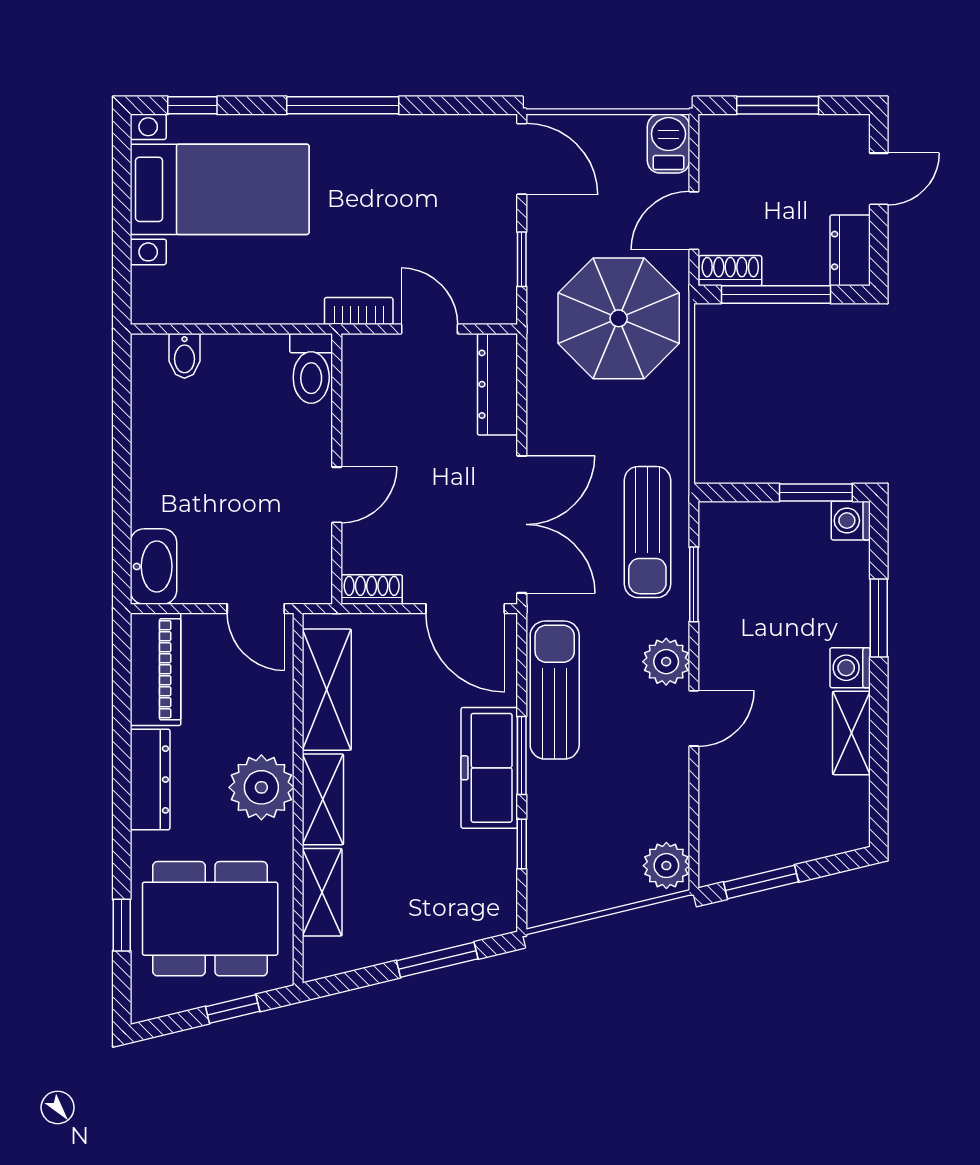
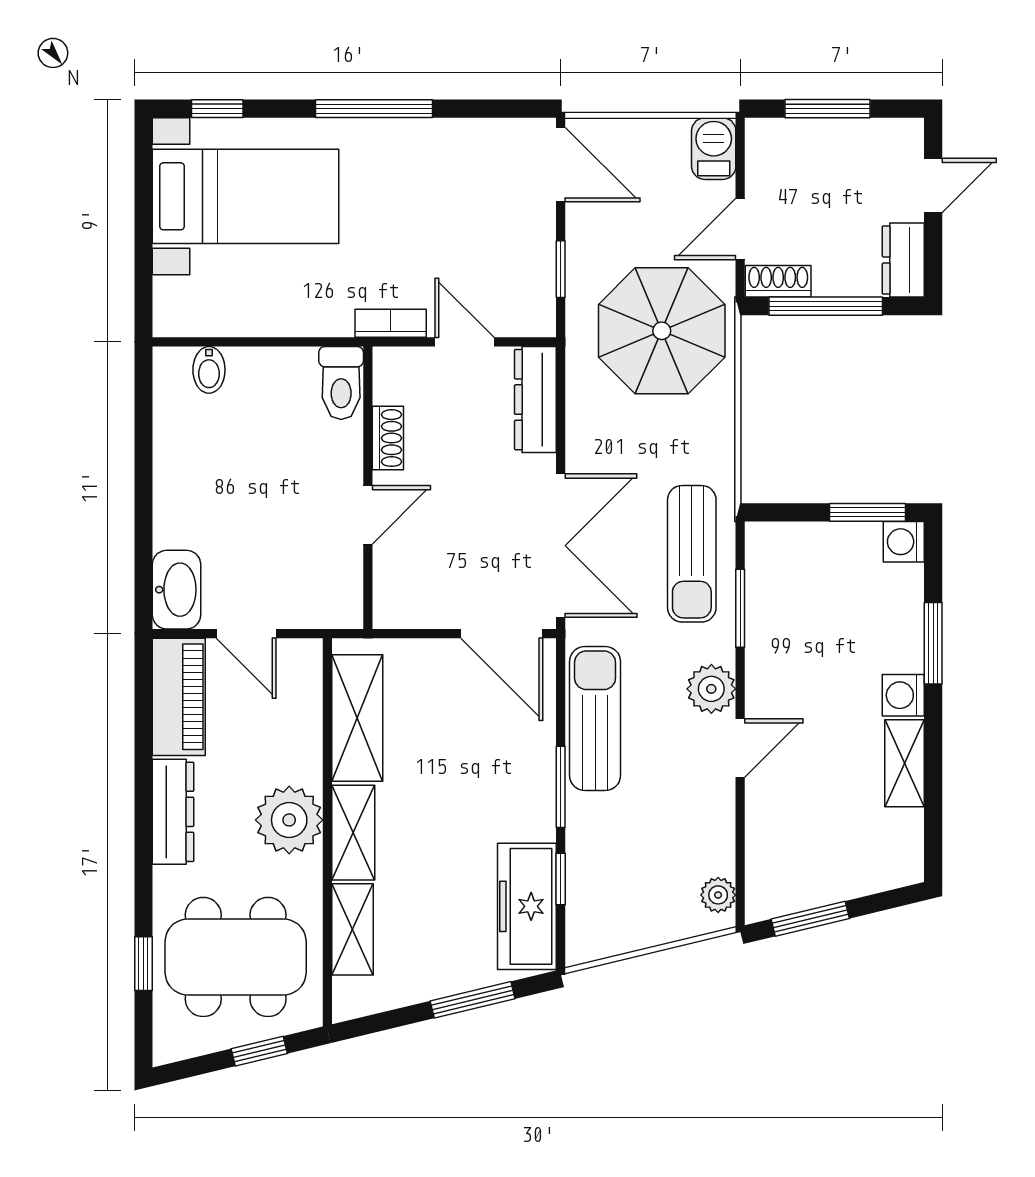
shoe rack: (372, 589) -> (388, 438), moved, turned 90
door: (256, 609) -> (246, 634), moved
freezer: (489, 768) -> (527, 906), moved
plant: (666, 866) -> (718, 895), width x0.73, depth x0.73

